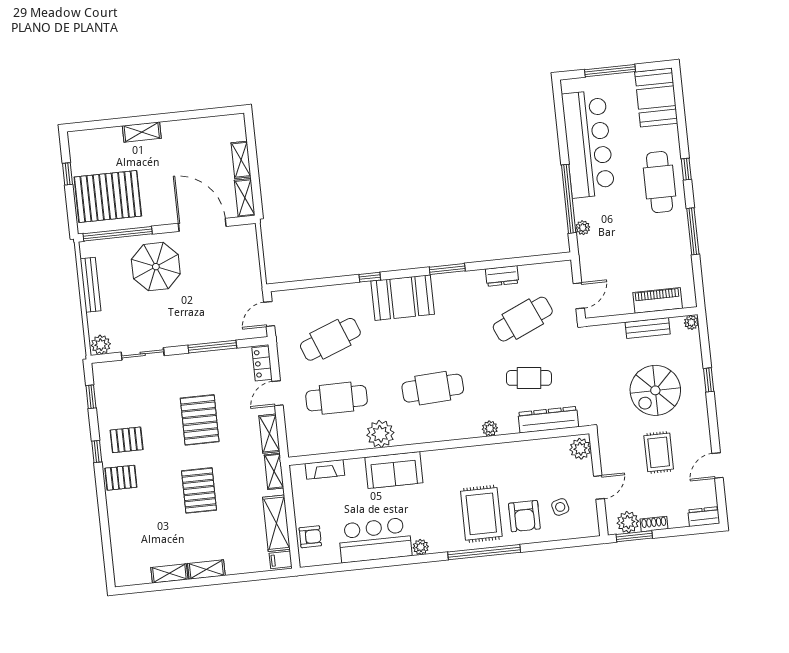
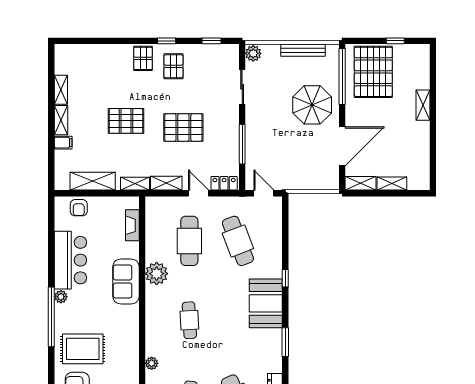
cafe table: (433, 388) -> (189, 320), width x0.73, depth x0.74
window: (484, 552) -> (51, 317), moved
filing cabinet: (281, 560) -> (63, 143), moved, turned 90

